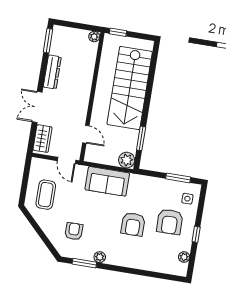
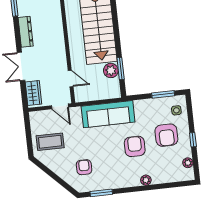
plant: (127, 160) -> (111, 70), moved
sofa: (107, 181) -> (108, 114), width x1.36
coffee table: (46, 195) -> (50, 142), turned 90
armchair: (133, 224) -> (135, 146), turned 180
plant: (100, 257) -> (146, 180), moved

